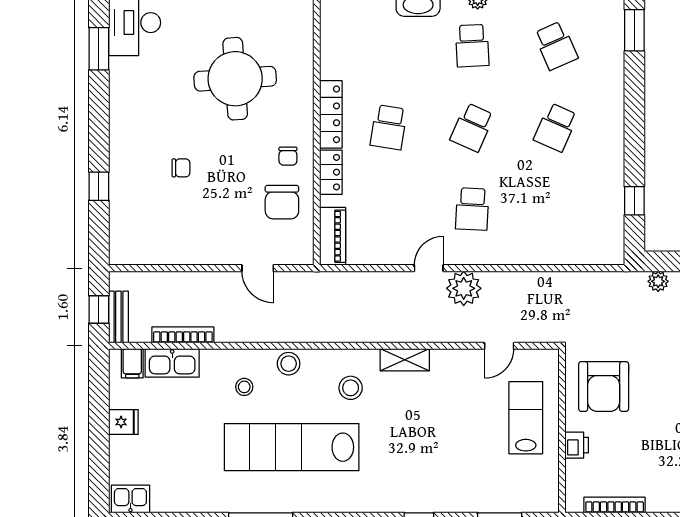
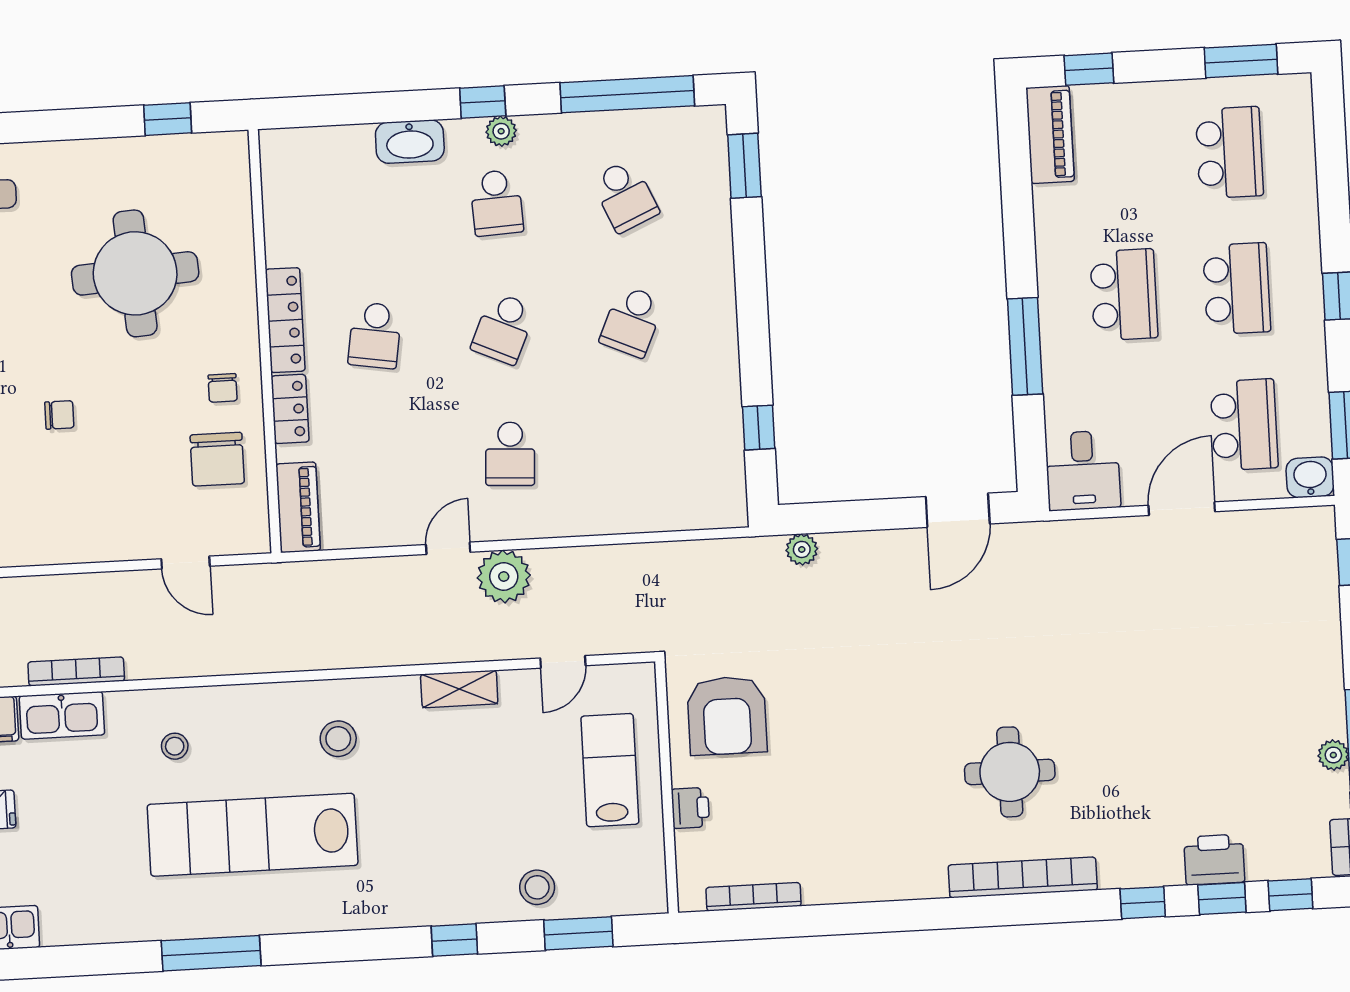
shelving: (405, 360) -> (459, 689), moved
stool: (289, 364) -> (537, 887), moved

